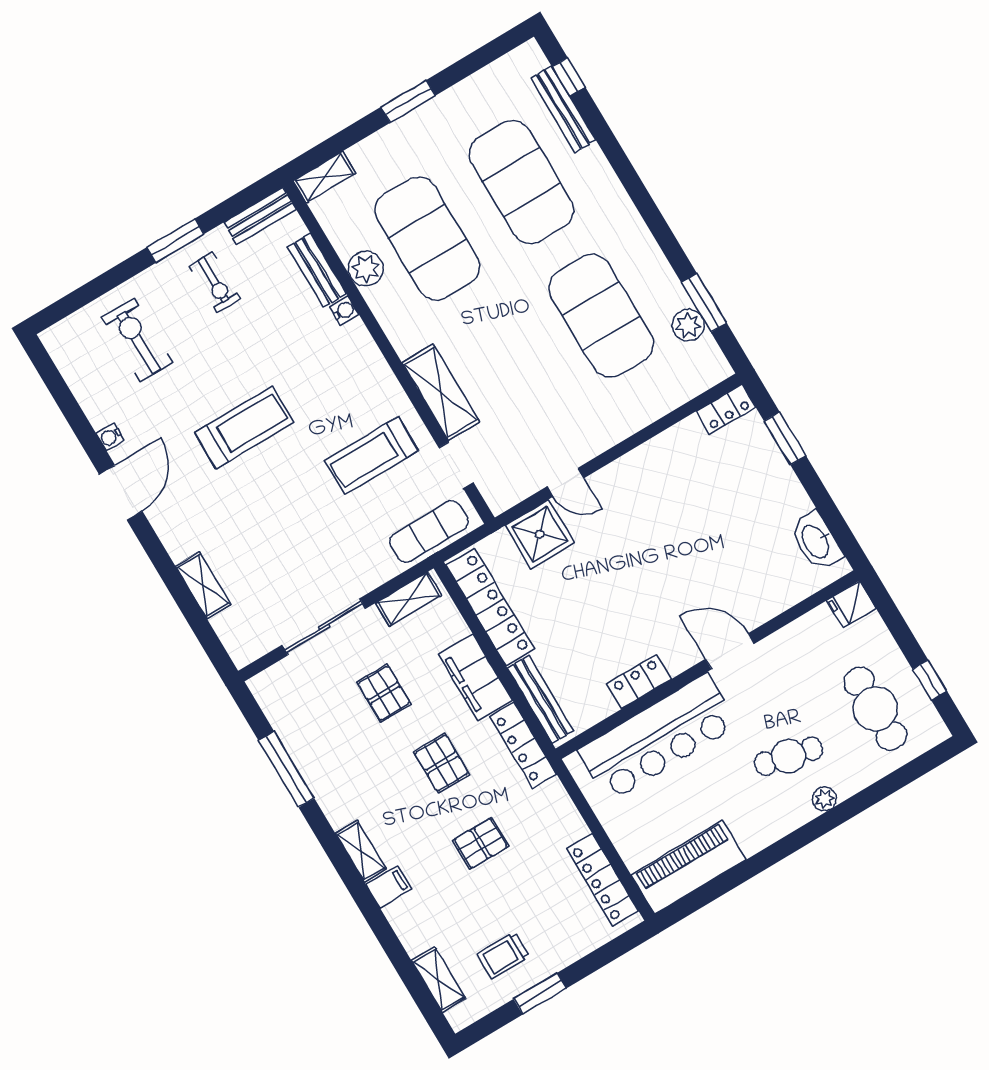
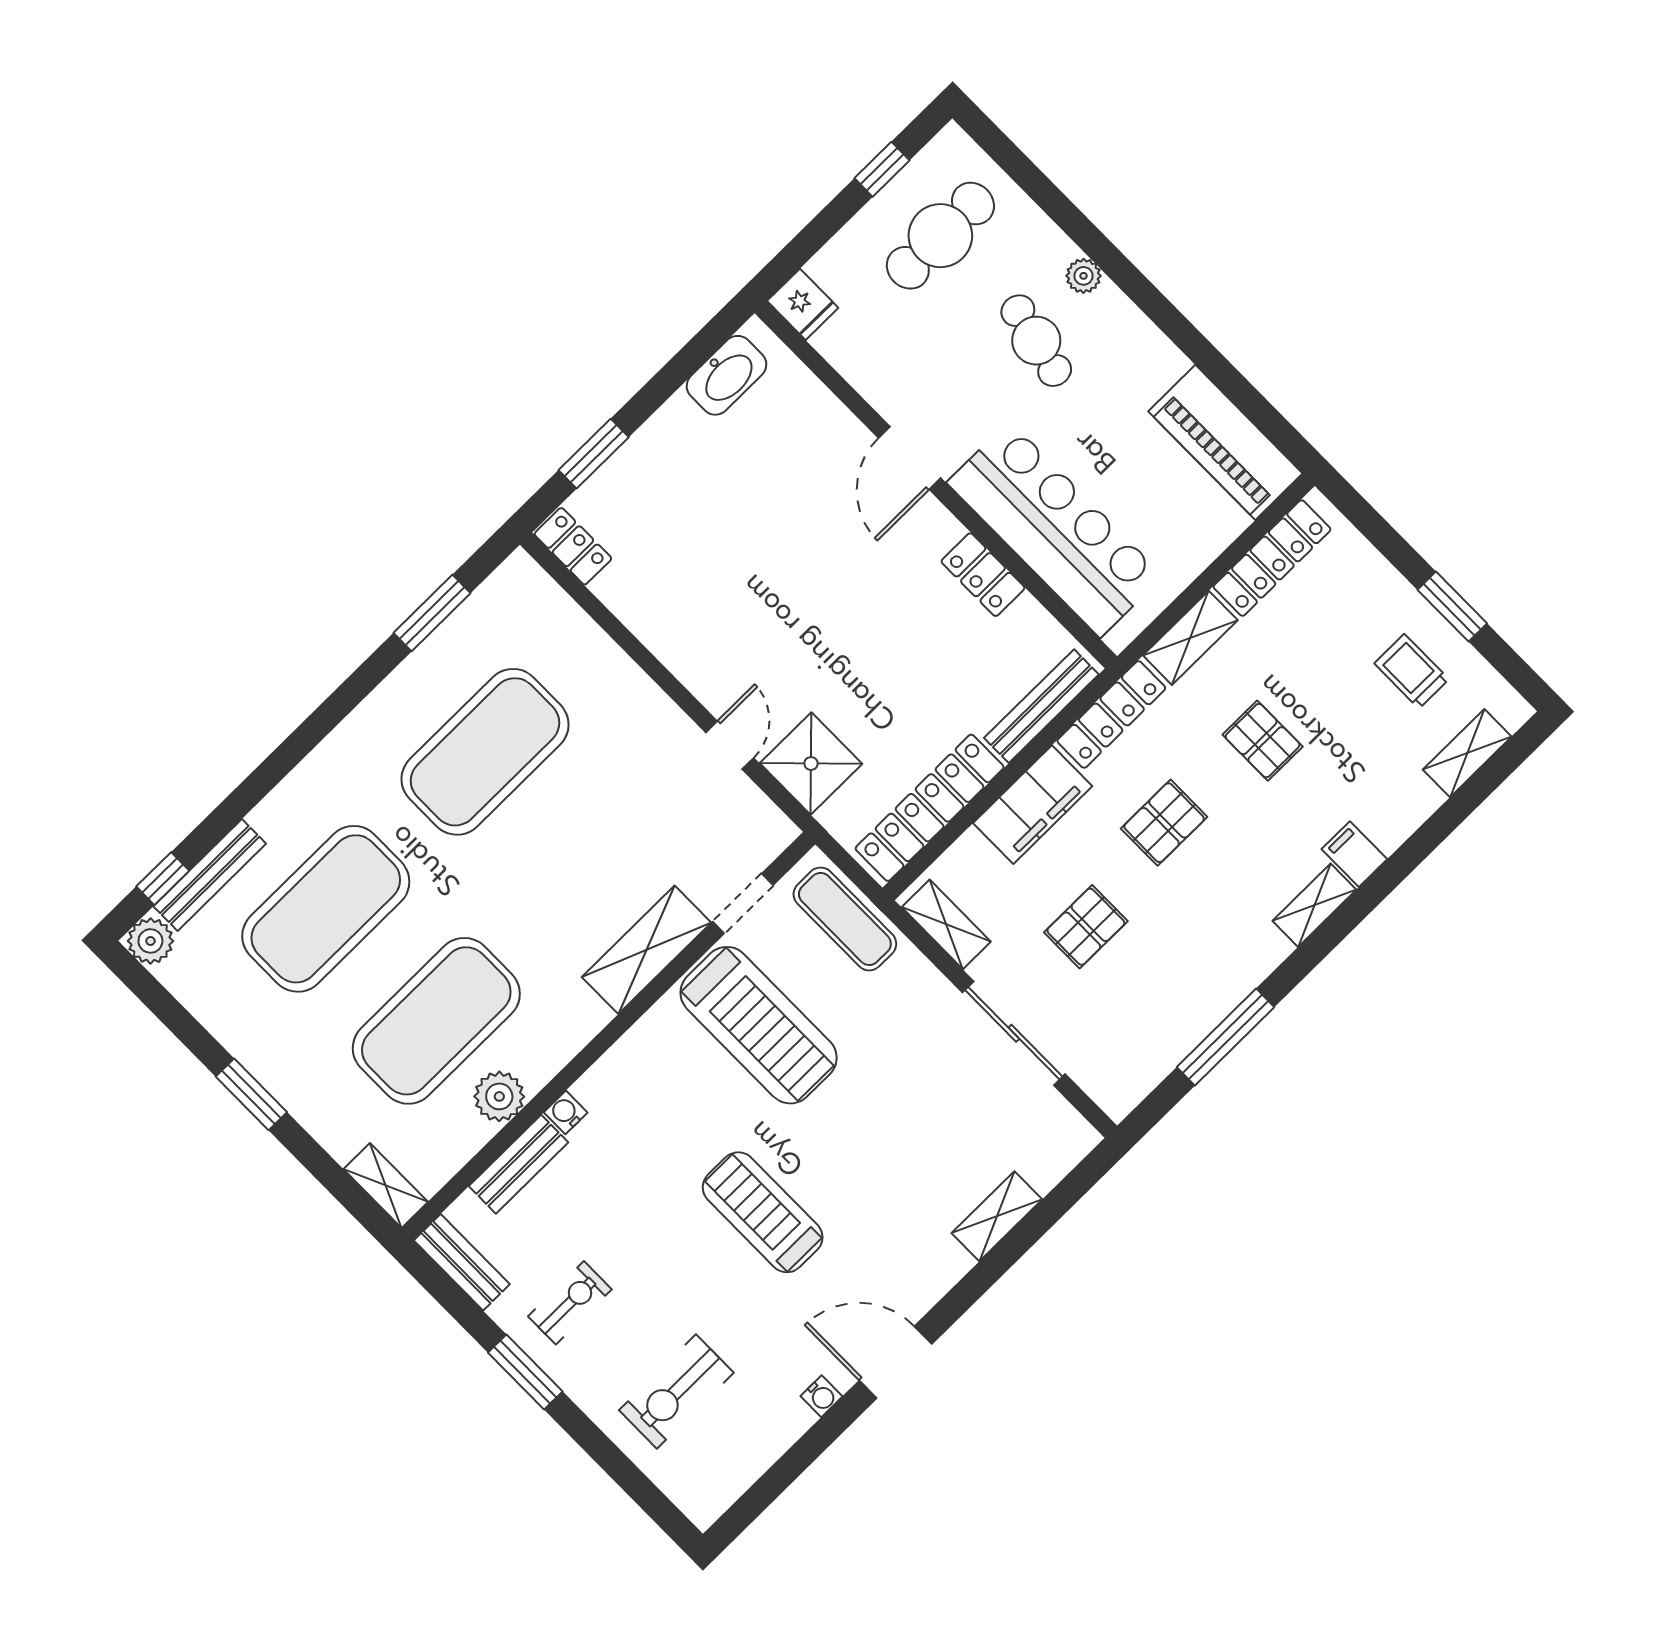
plant: (688, 325) -> (150, 941), moved
treadmill: (371, 456) -> (759, 1025), width x1.37, depth x1.38
shelving: (562, 811) -> (1190, 638), added
trolley: (503, 956) -> (1412, 671), turned 180

